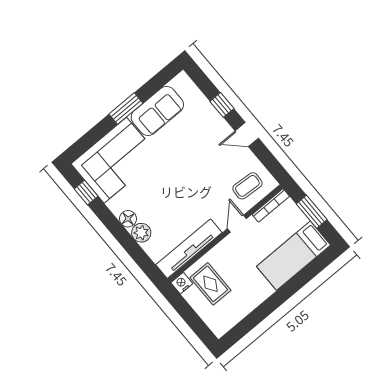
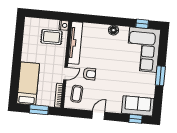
window: (222, 105) -> (135, 119), moved
sofa: (157, 111) -> (138, 106), moved, turned 90
armchair: (209, 195) -> (89, 74), added
door: (237, 224) -> (65, 73), hinge flipped
plant: (141, 233) -> (102, 30), removed

